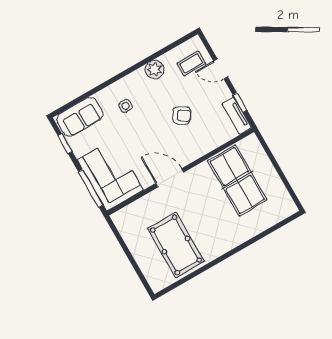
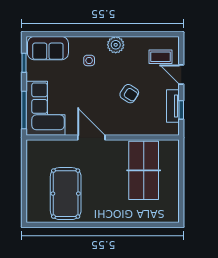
plant: (155, 69) -> (116, 45), moved
tv unit: (237, 116) -> (173, 106), moved

